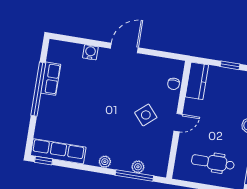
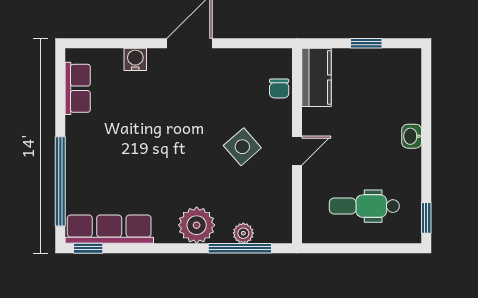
row of seats: (51, 79) -> (78, 88), moved
window: (38, 89) -> (60, 181), moved
plant: (105, 162) -> (197, 225), width x1.88, depth x1.88

